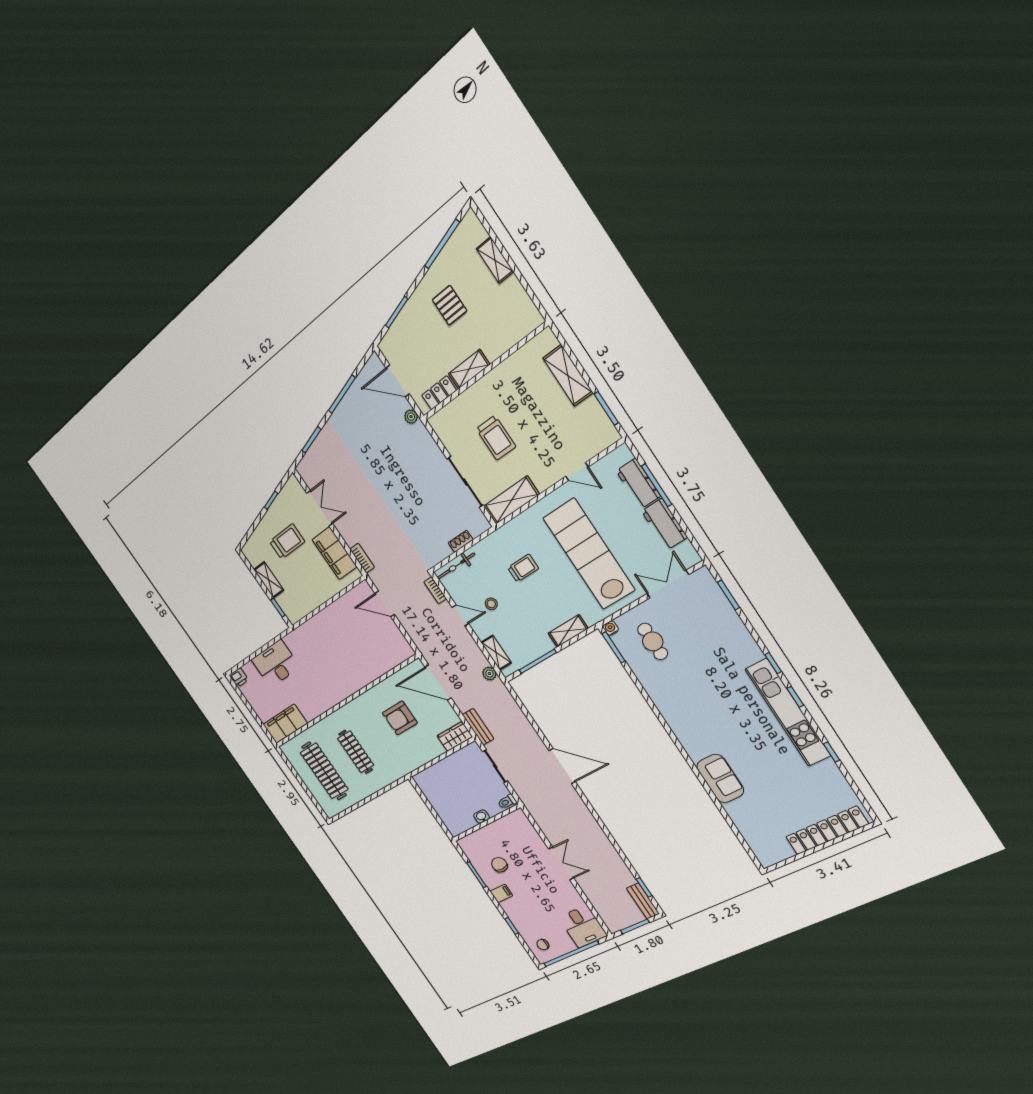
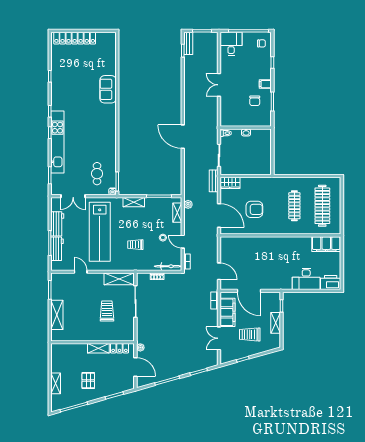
door: (329, 602) -> (249, 291), added
printer: (239, 678) -> (331, 282), width x1.87, depth x1.48
kitchen unit: (788, 712) -> (57, 142), moved

